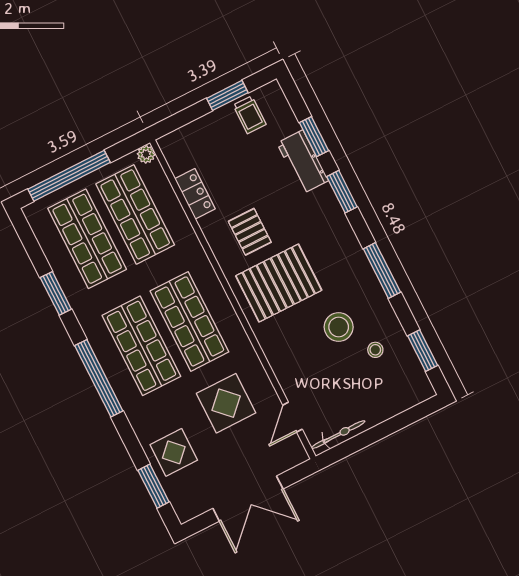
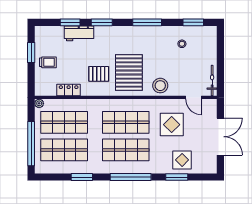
trolley: (250, 115) -> (48, 62), moved
stool: (339, 327) -> (160, 86), moved
window: (154, 486) -> (177, 177), moved

